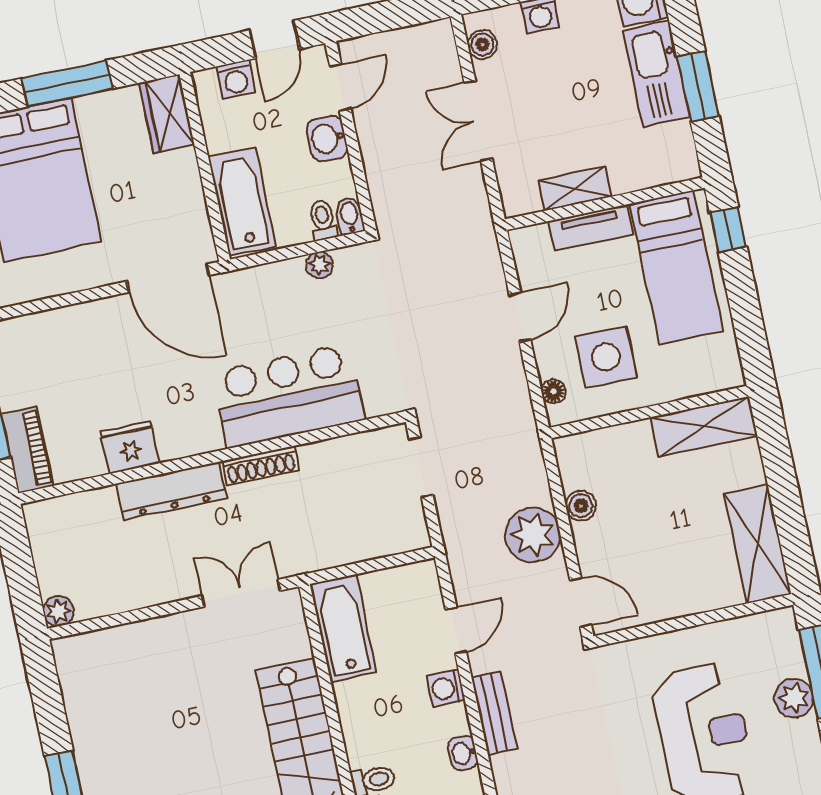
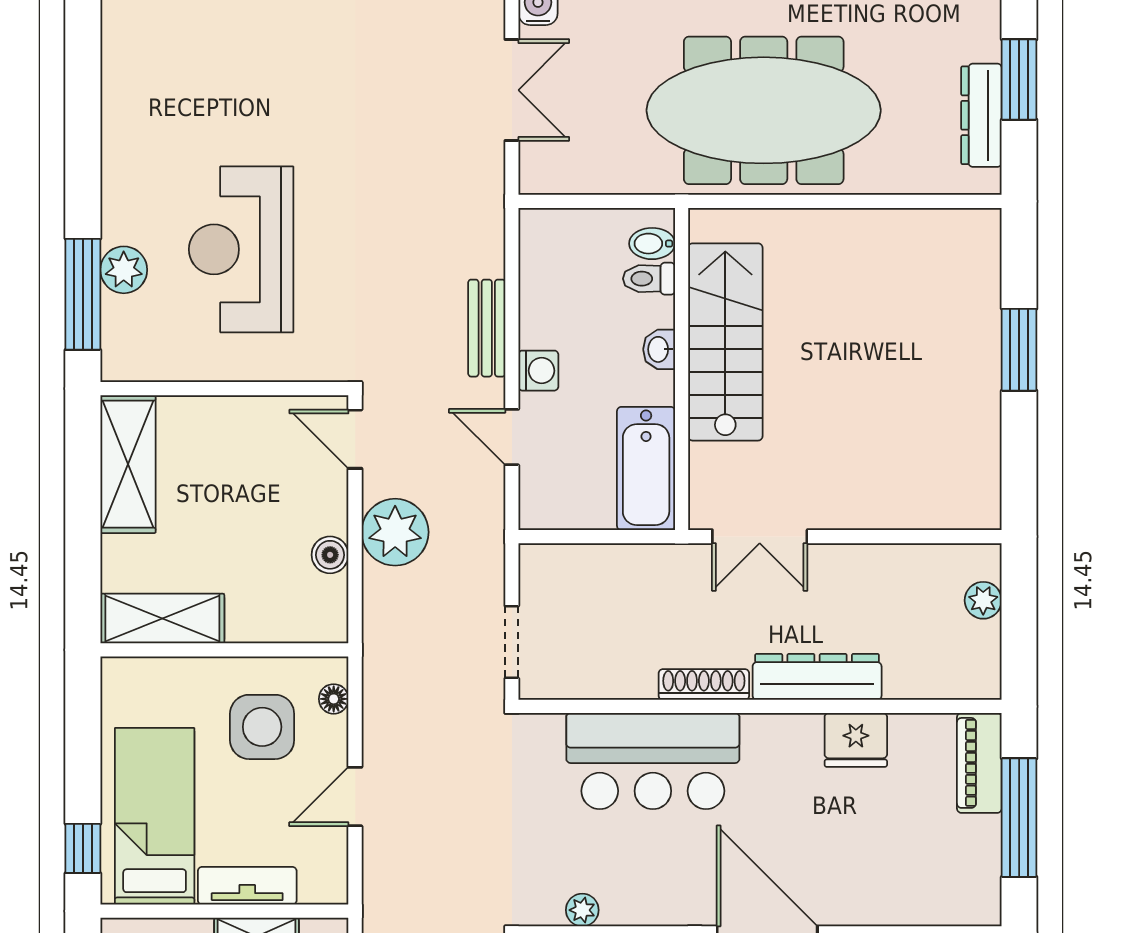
plant: (59, 611) -> (983, 600), moved
door: (456, 631) -> (512, 437), hinge flipped
washbasin: (463, 753) -> (659, 349), moved, turned 180

